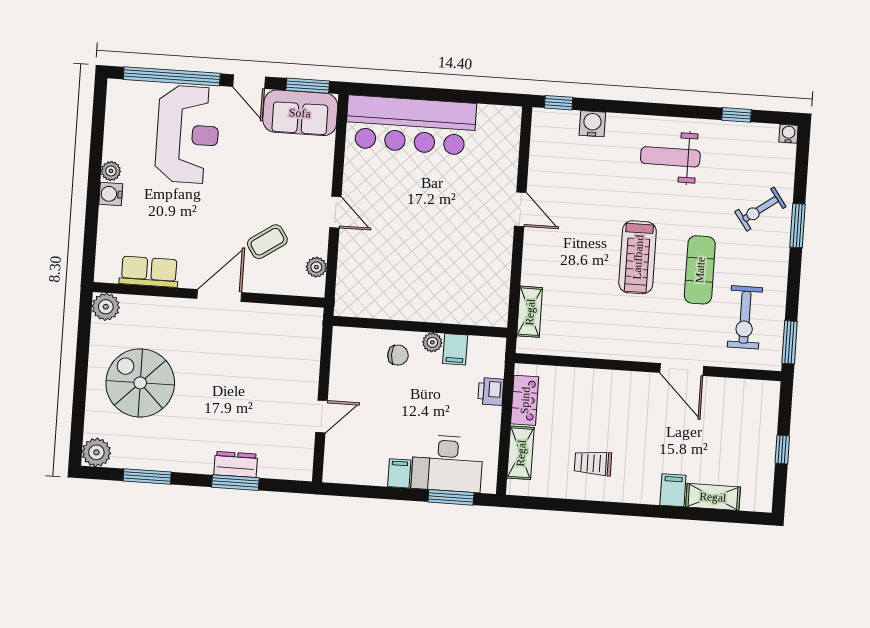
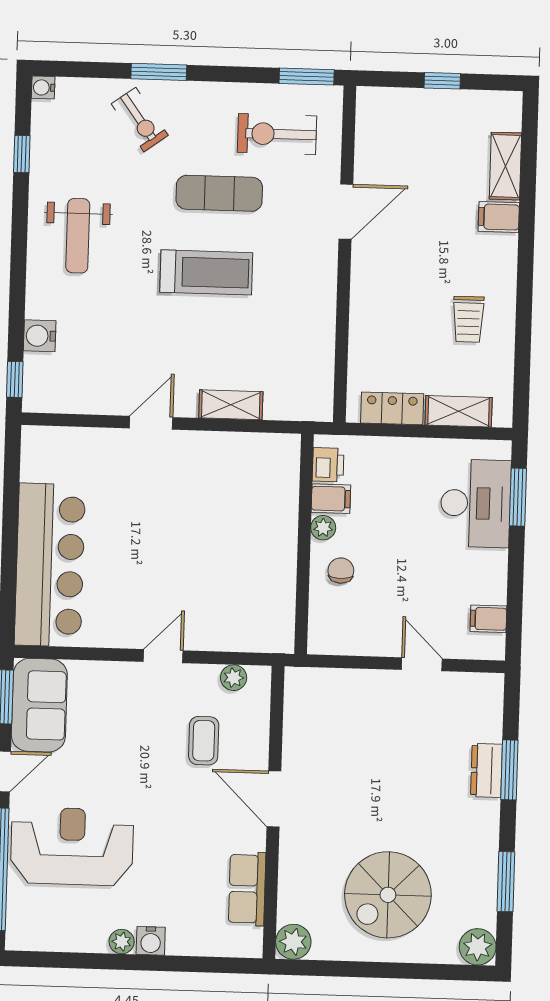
coffee table: (267, 242) -> (204, 741), turned 34
shelving: (530, 312) -> (231, 405), moved
exercise bike: (745, 317) -> (277, 134), turned 180
printer: (491, 392) -> (328, 465), moved, turned -90
filing cabinet: (399, 473) -> (488, 619), moved

